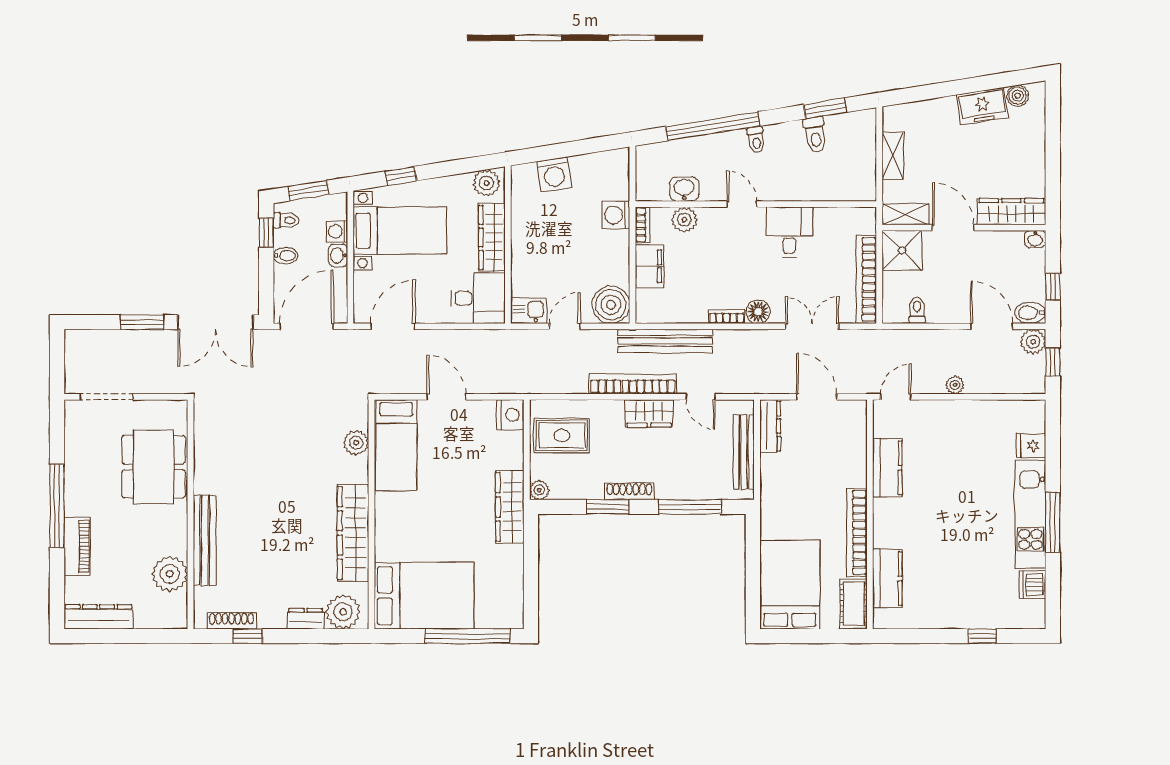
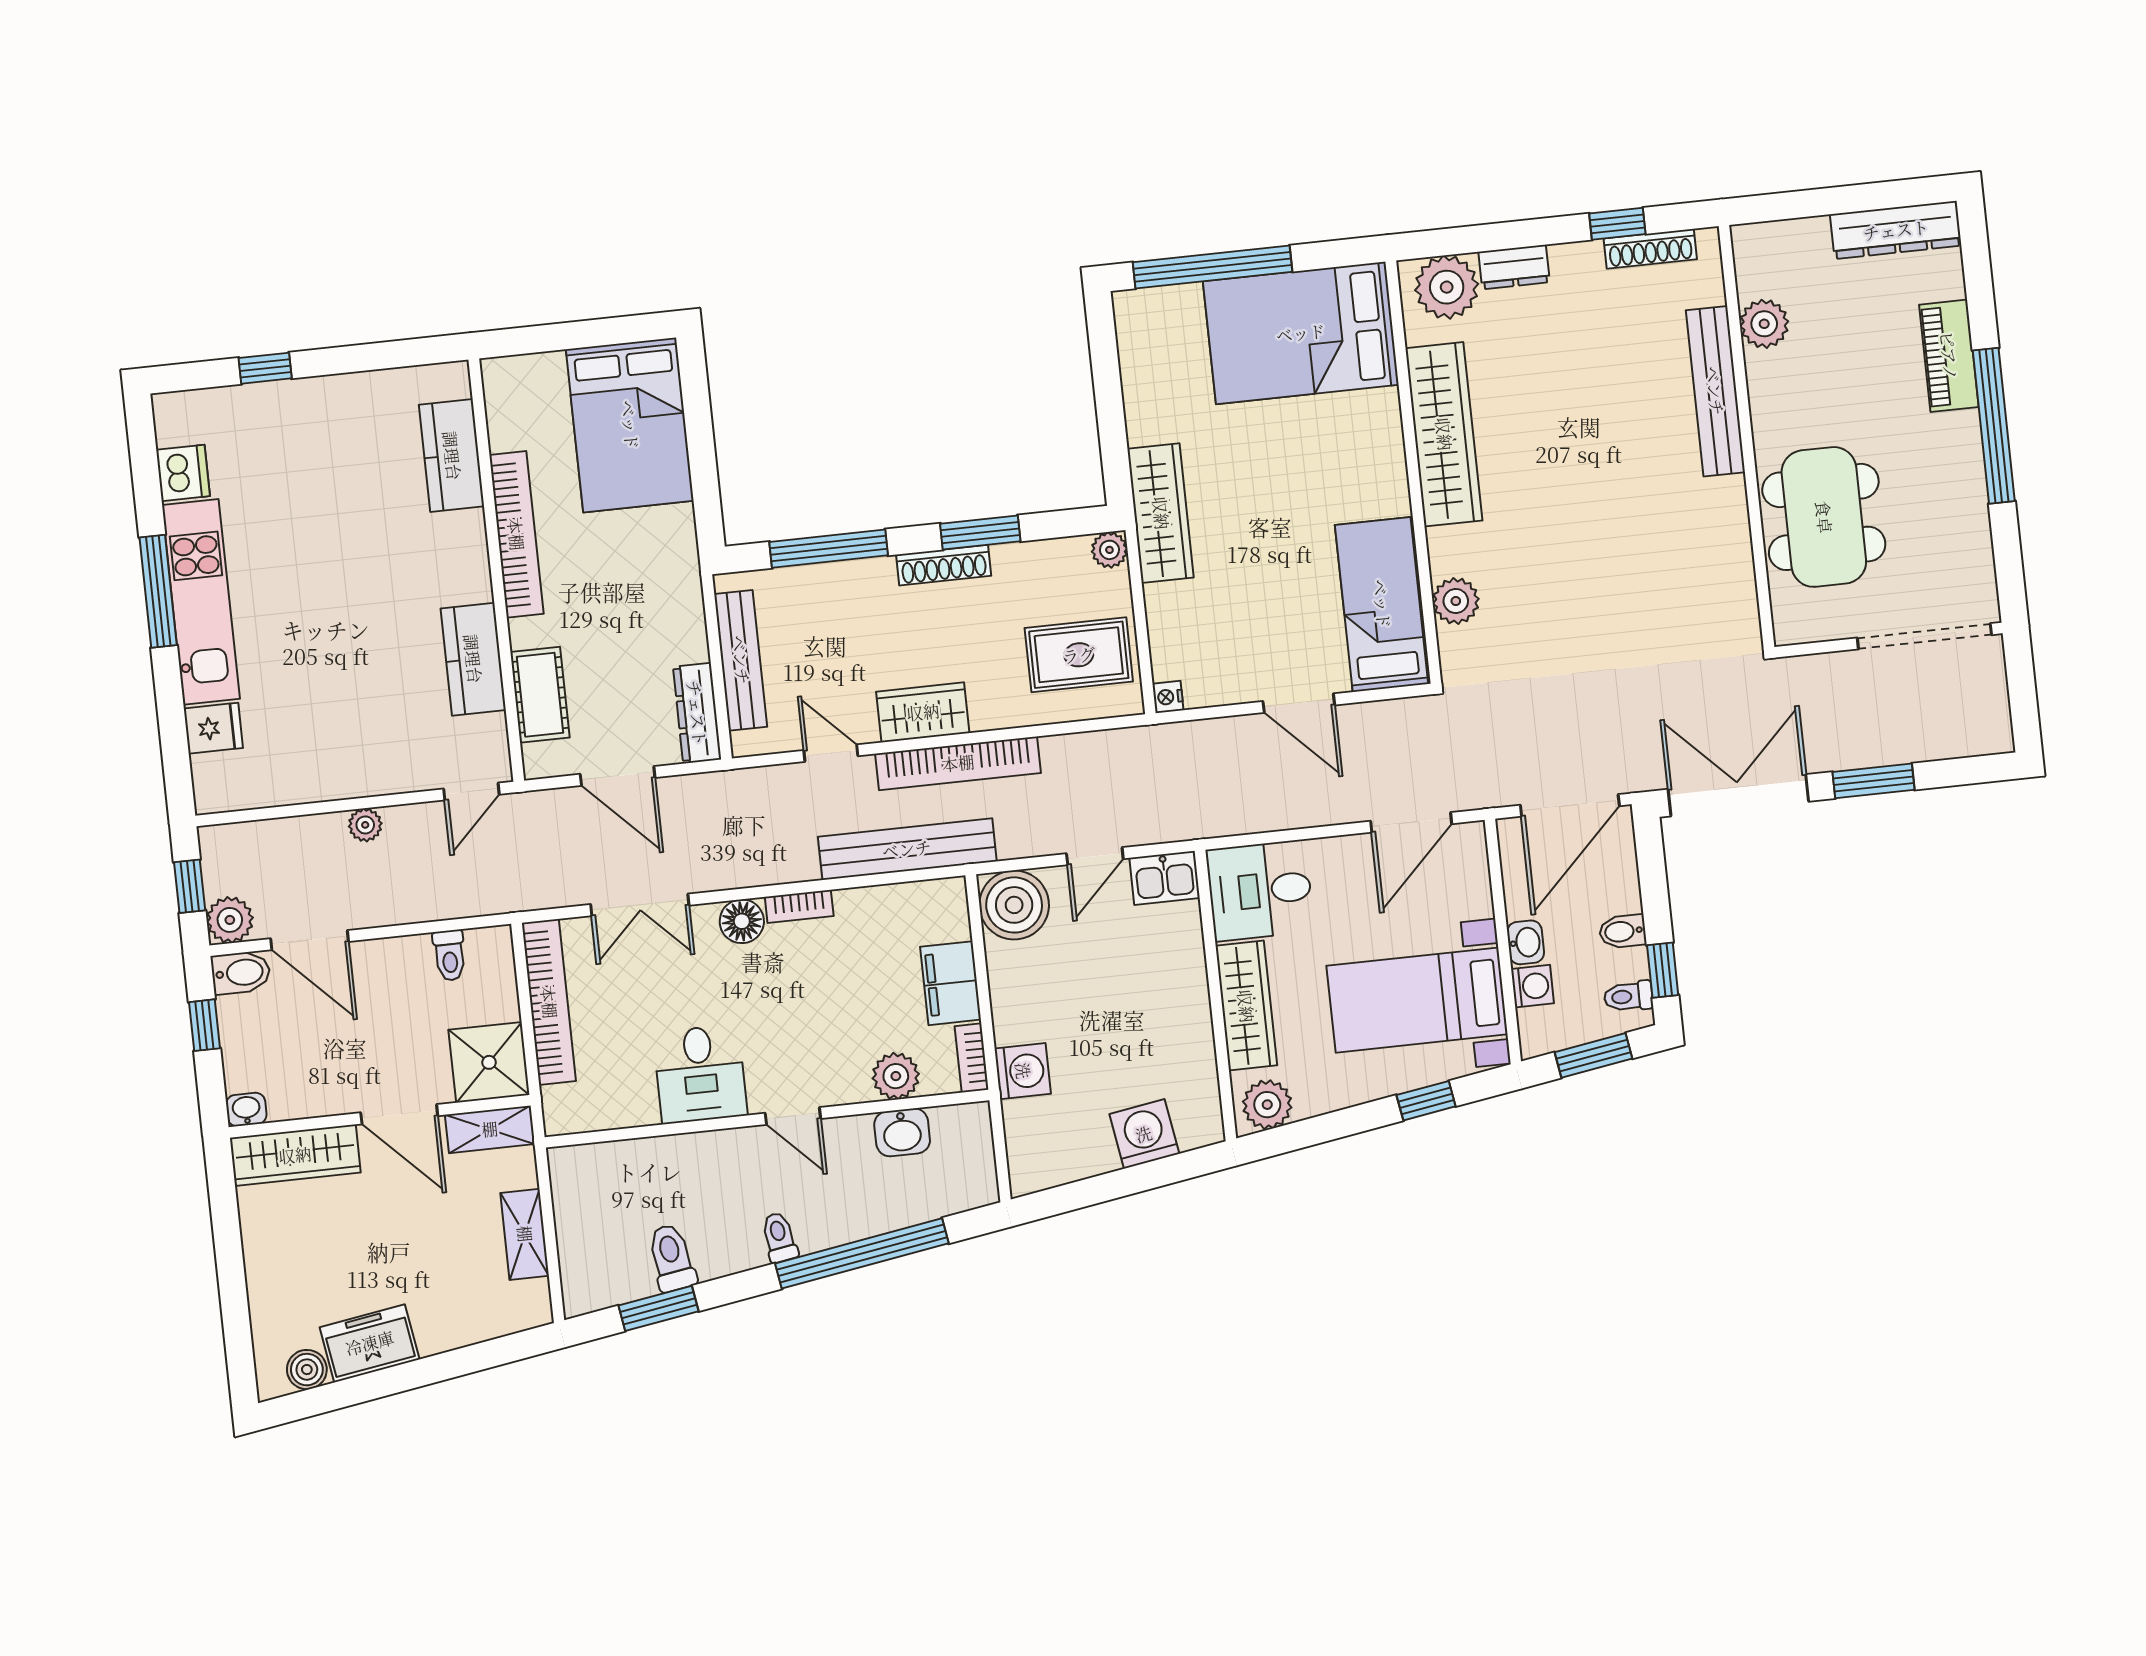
doorway: (106, 397) -> (1924, 636), width x1.36
nightstand: (510, 415) -> (1168, 697), width x0.53, depth x0.56
plant: (170, 574) -> (1764, 324), width x0.73, depth x0.73
cot: (854, 603) -> (540, 695), moved

